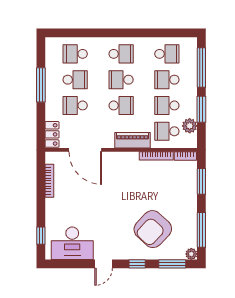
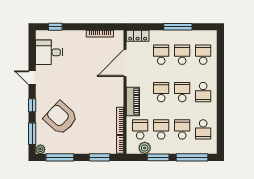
school desk: (75, 80) -> (182, 55), turned 180
school desk: (121, 105) -> (161, 92), turned 180
desk: (72, 243) -> (49, 52), width x0.73

